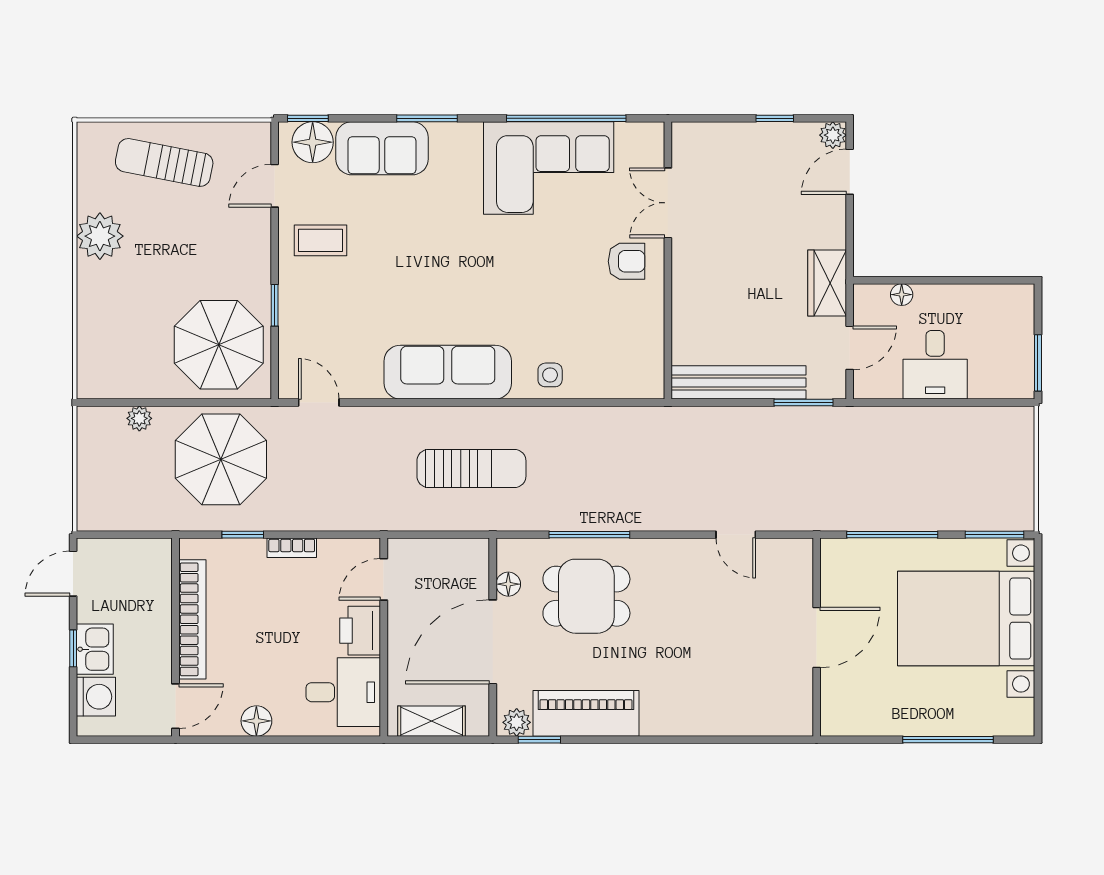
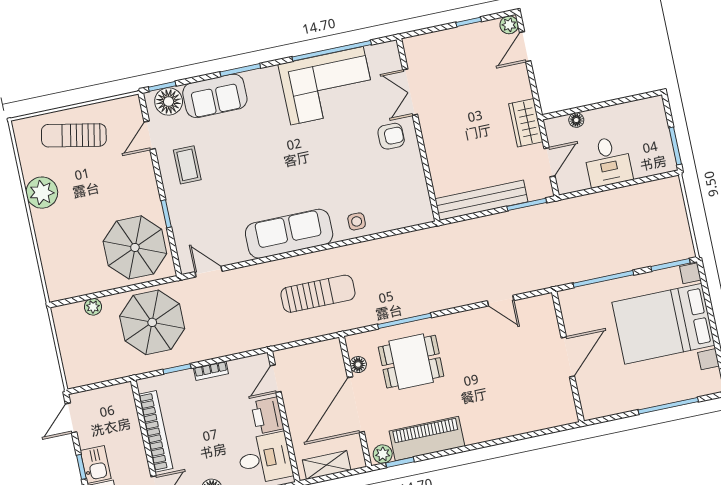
coffee table: (321, 240) -> (187, 165), turned 90

